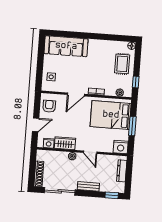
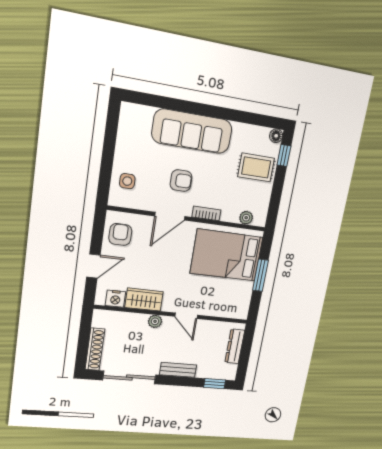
sofa: (66, 46) -> (192, 131), moved
rug: (122, 64) -> (256, 167), turned 90
armchair: (80, 74) -> (181, 181), added
window: (136, 82) -> (284, 156), moved
nightstand: (121, 147) -> (237, 309), removed

